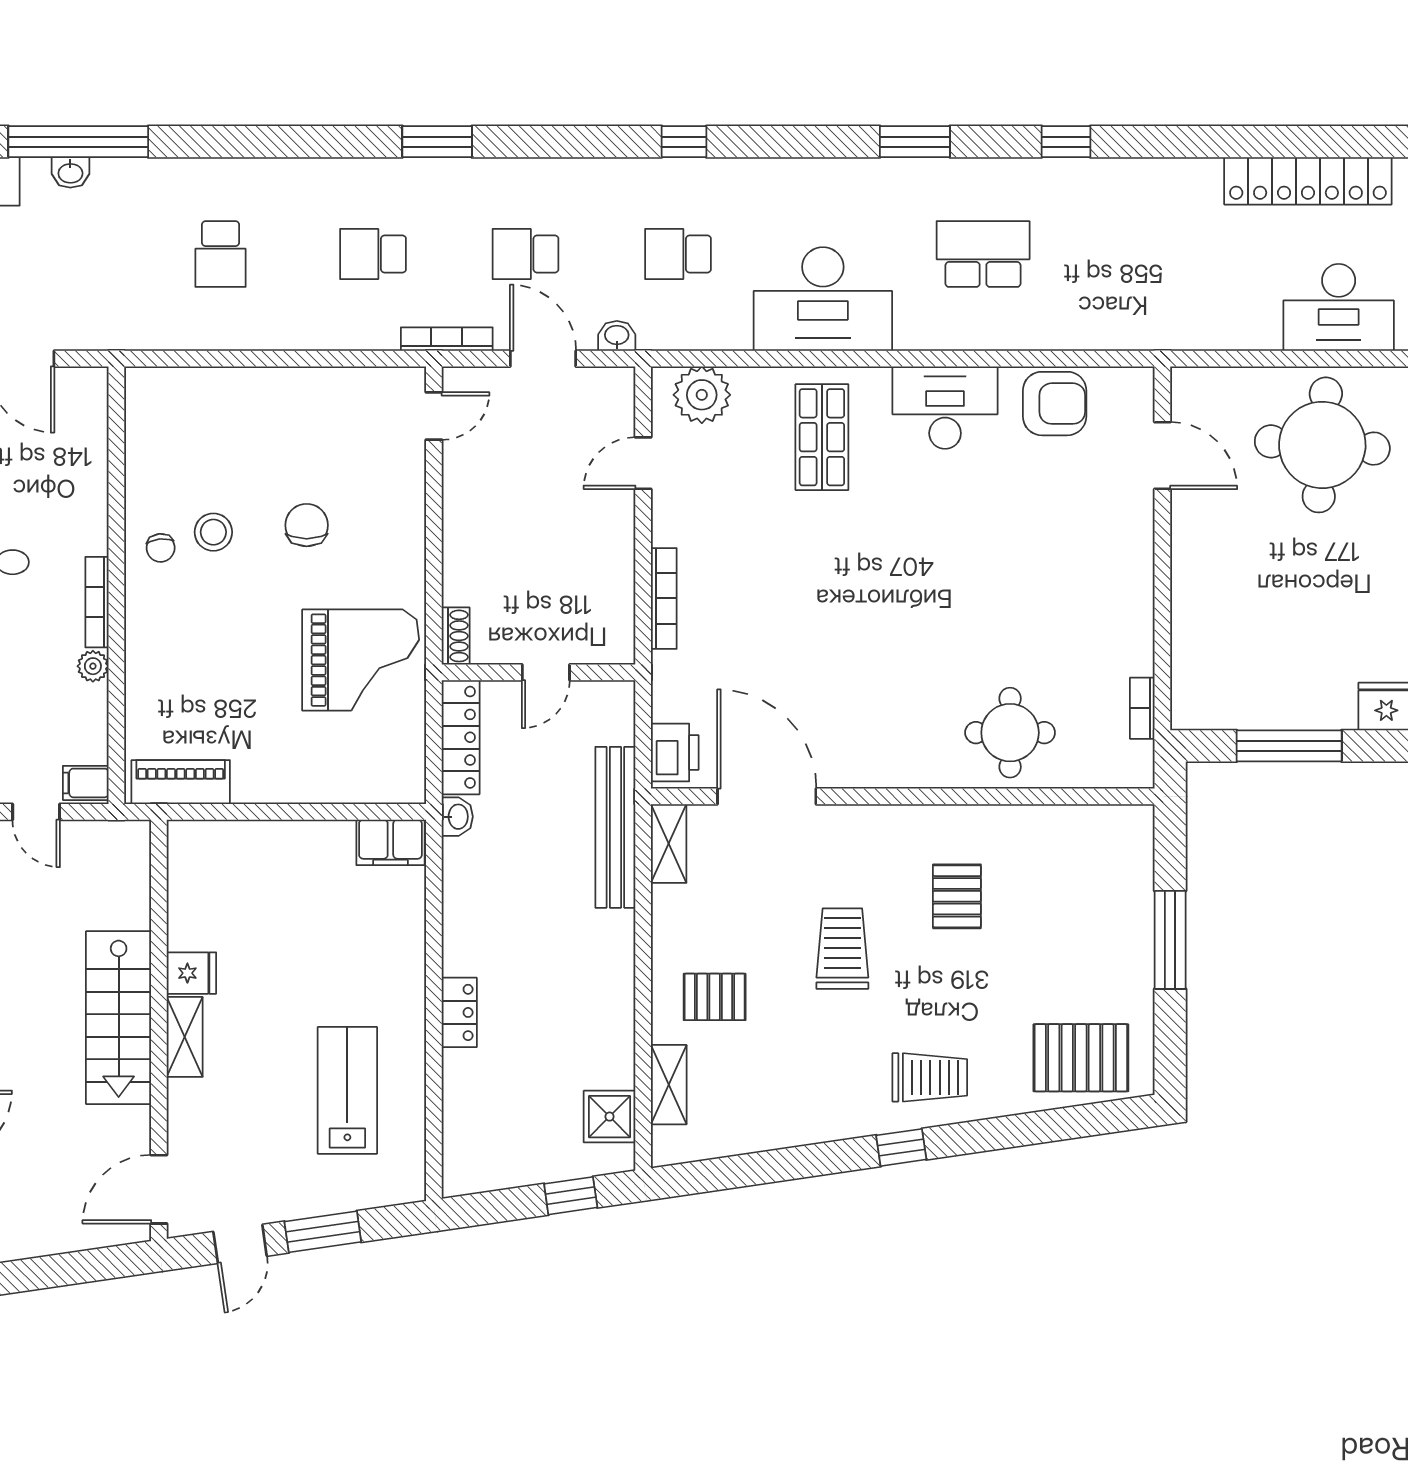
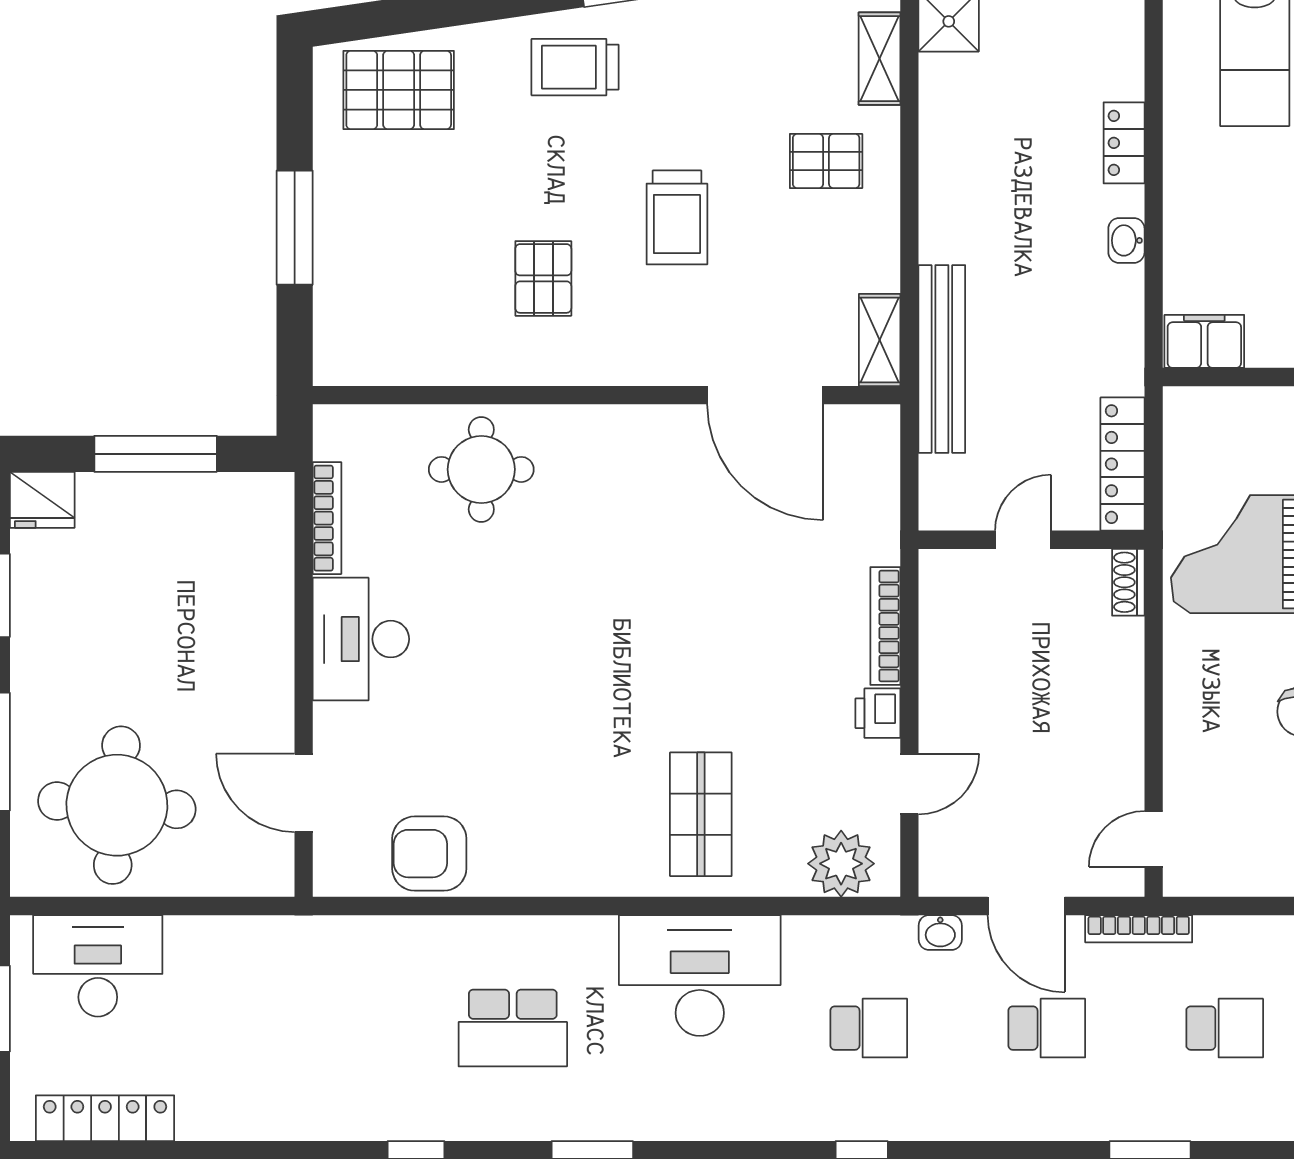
locker: (1308, 181) -> (105, 1118), width x0.71, depth x0.83
desk: (945, 408) -> (361, 639), moved, turned 90
bookcase: (1142, 708) -> (327, 518), width x1.56
printer: (675, 752) -> (878, 713), moved, width x0.73, depth x0.81
washbasin: (457, 817) -> (1126, 240), moved

